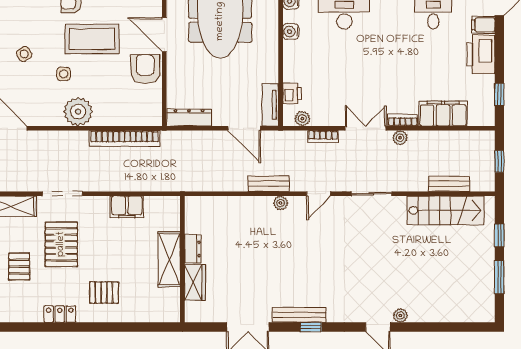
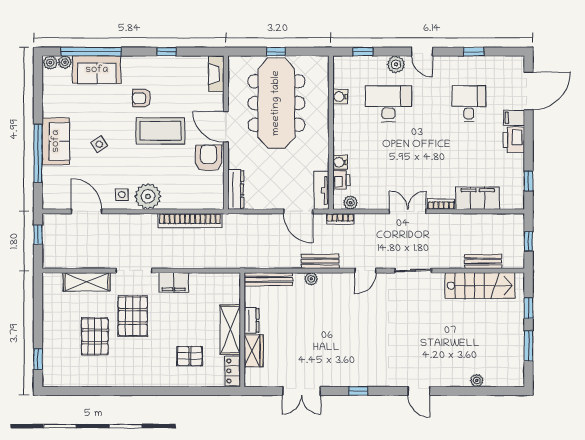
water cooler: (291, 32) -> (340, 162), moved
printer: (481, 54) -> (514, 140), width x0.73, depth x0.84
side table: (64, 74) -> (122, 195), moved
dresser: (189, 117) -> (236, 189), moved, turned 90
bookcase: (323, 137) -> (340, 219), moved
plant: (400, 138) -> (439, 220), removed
plant: (281, 203) -> (311, 279), moved
filing cabinet: (127, 207) -> (174, 282), moved
pallet: (19, 267) -> (95, 336), width x1.50, depth x1.42
pallet: (104, 293) -> (190, 356), moved
locker: (60, 314) -> (233, 371), moved, turned -90
bench: (299, 315) -> (268, 279), moved
plant: (400, 315) -> (477, 380), moved

